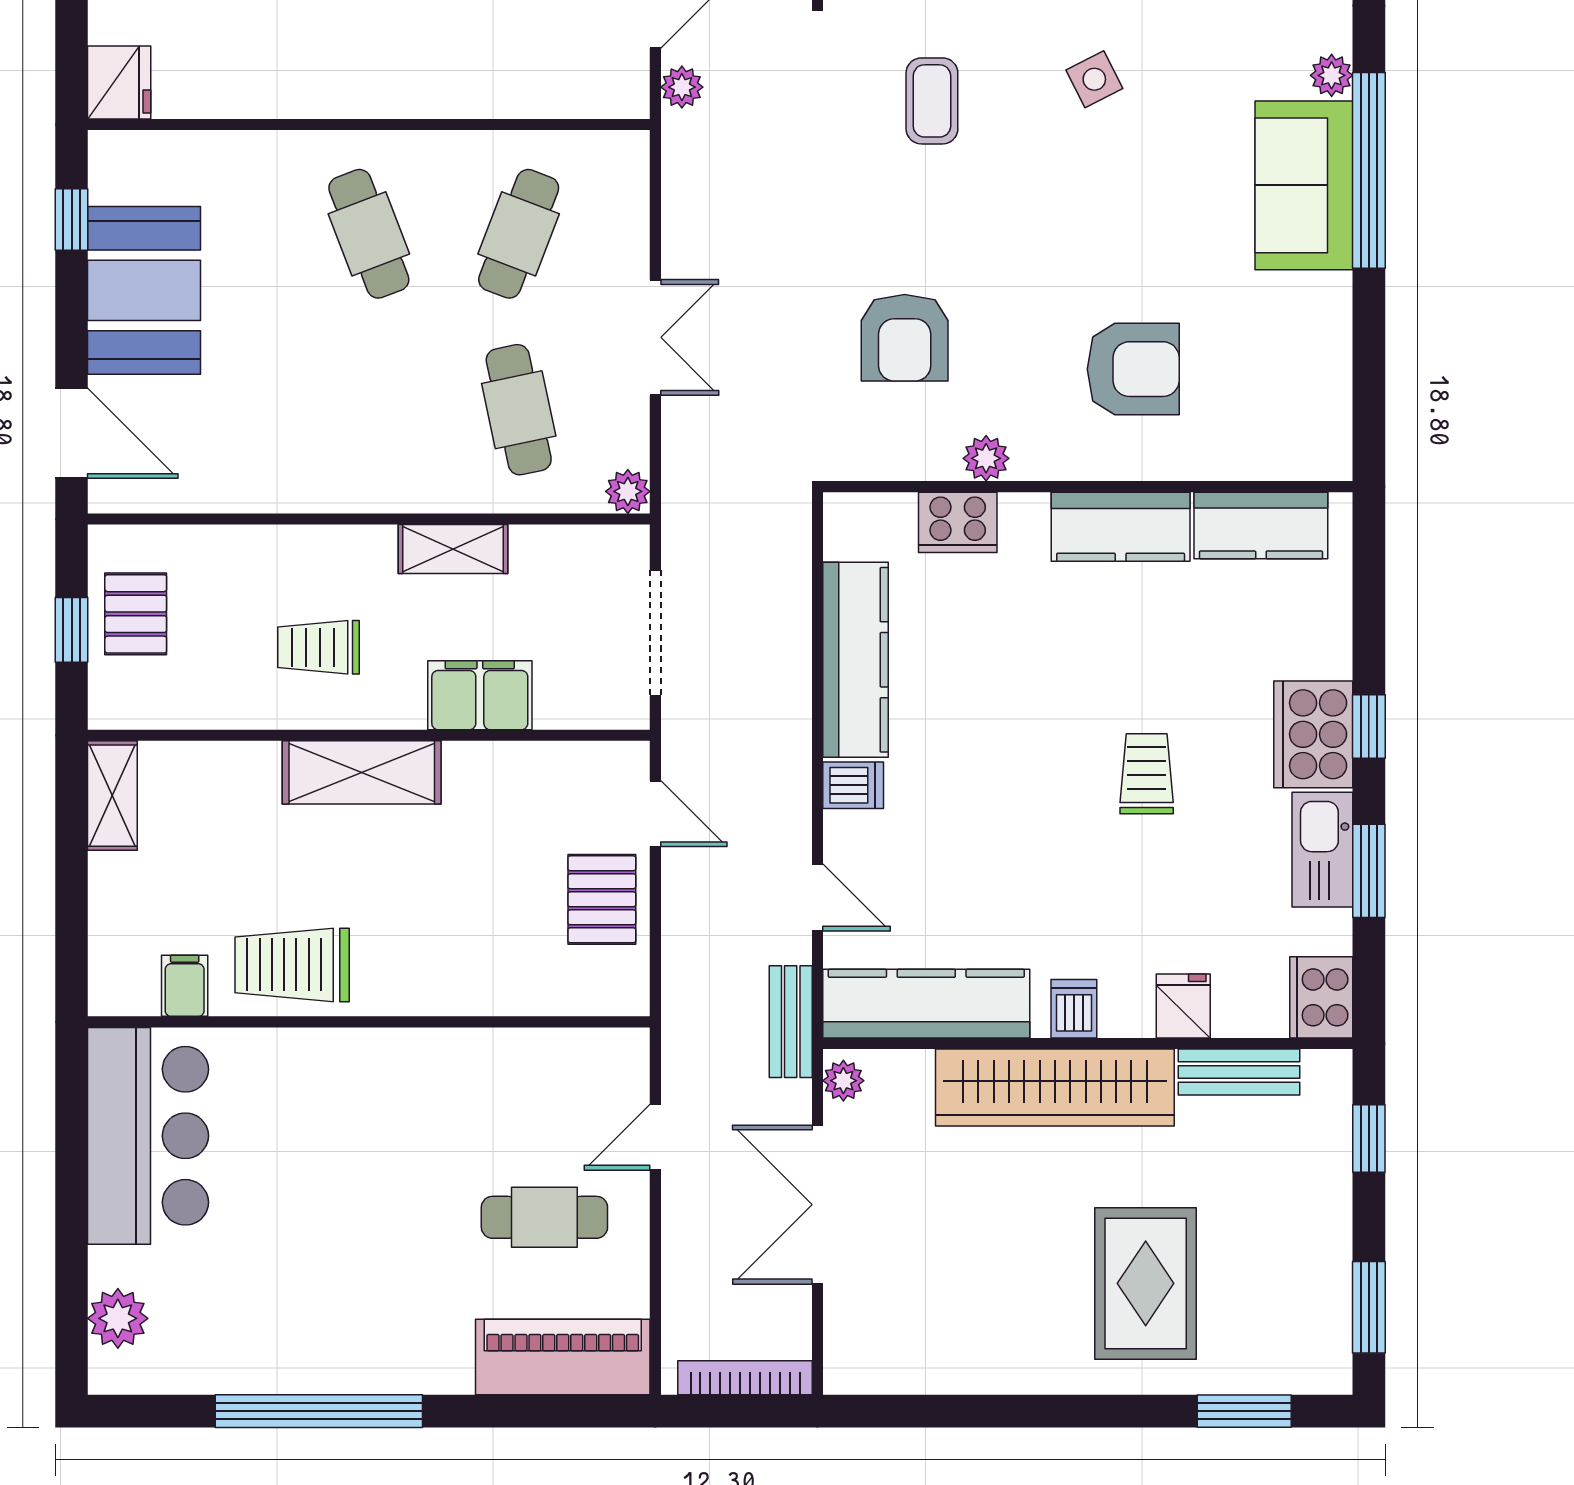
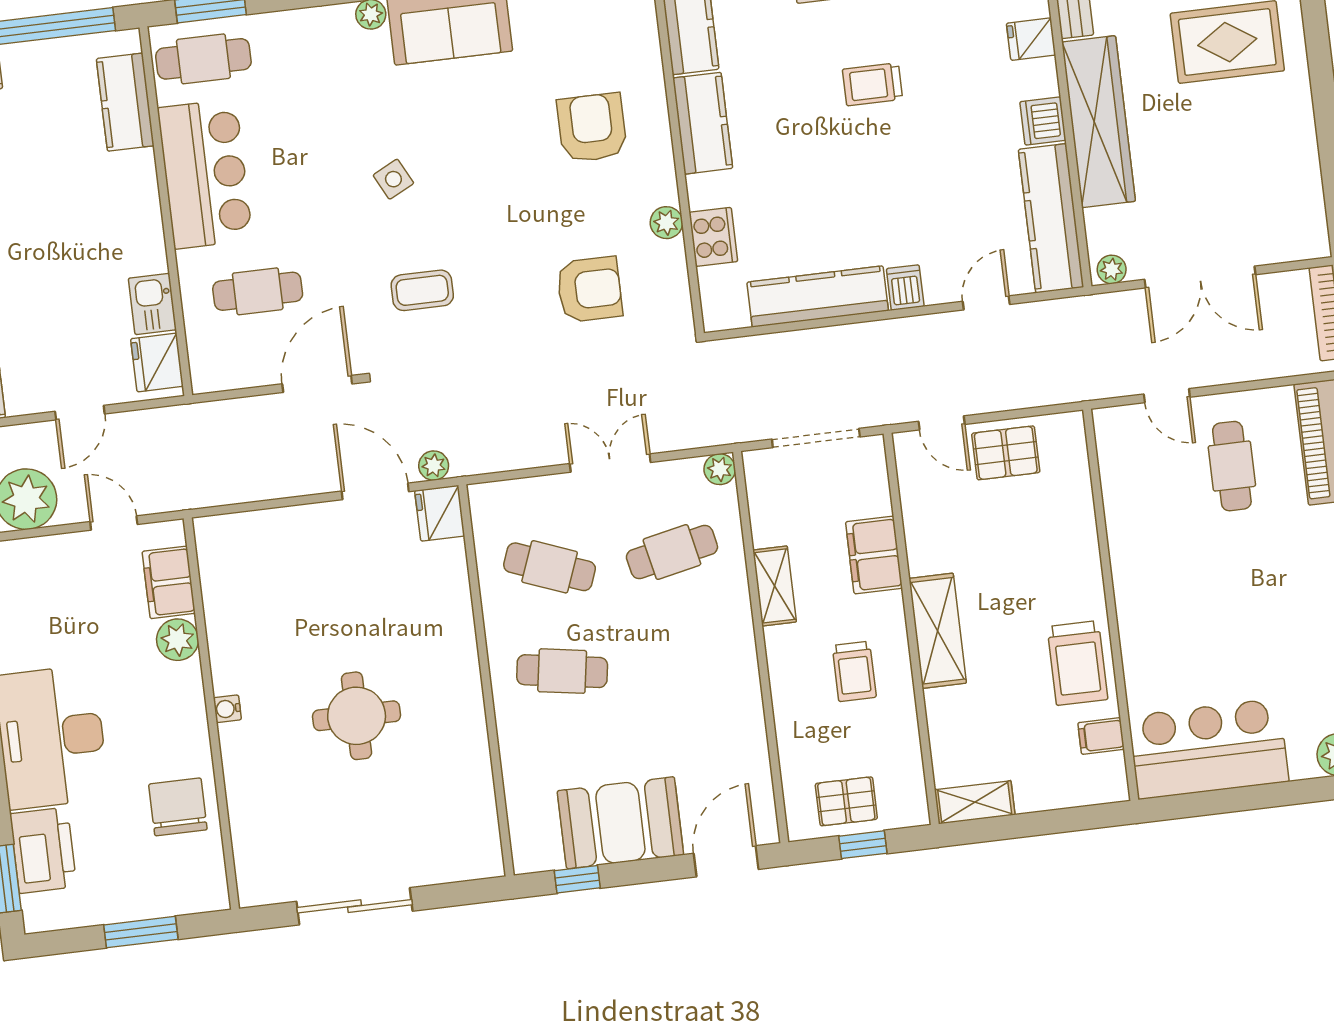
fridge: (119, 82) -> (440, 513), moved, turned -90
cafe table: (369, 234) -> (562, 671), turned 30
door: (655, 814) -> (942, 423), swing flipped
dishwasher: (1074, 1009) -> (1043, 121), width x1.38
bench: (791, 1022) -> (1075, 311), removed

